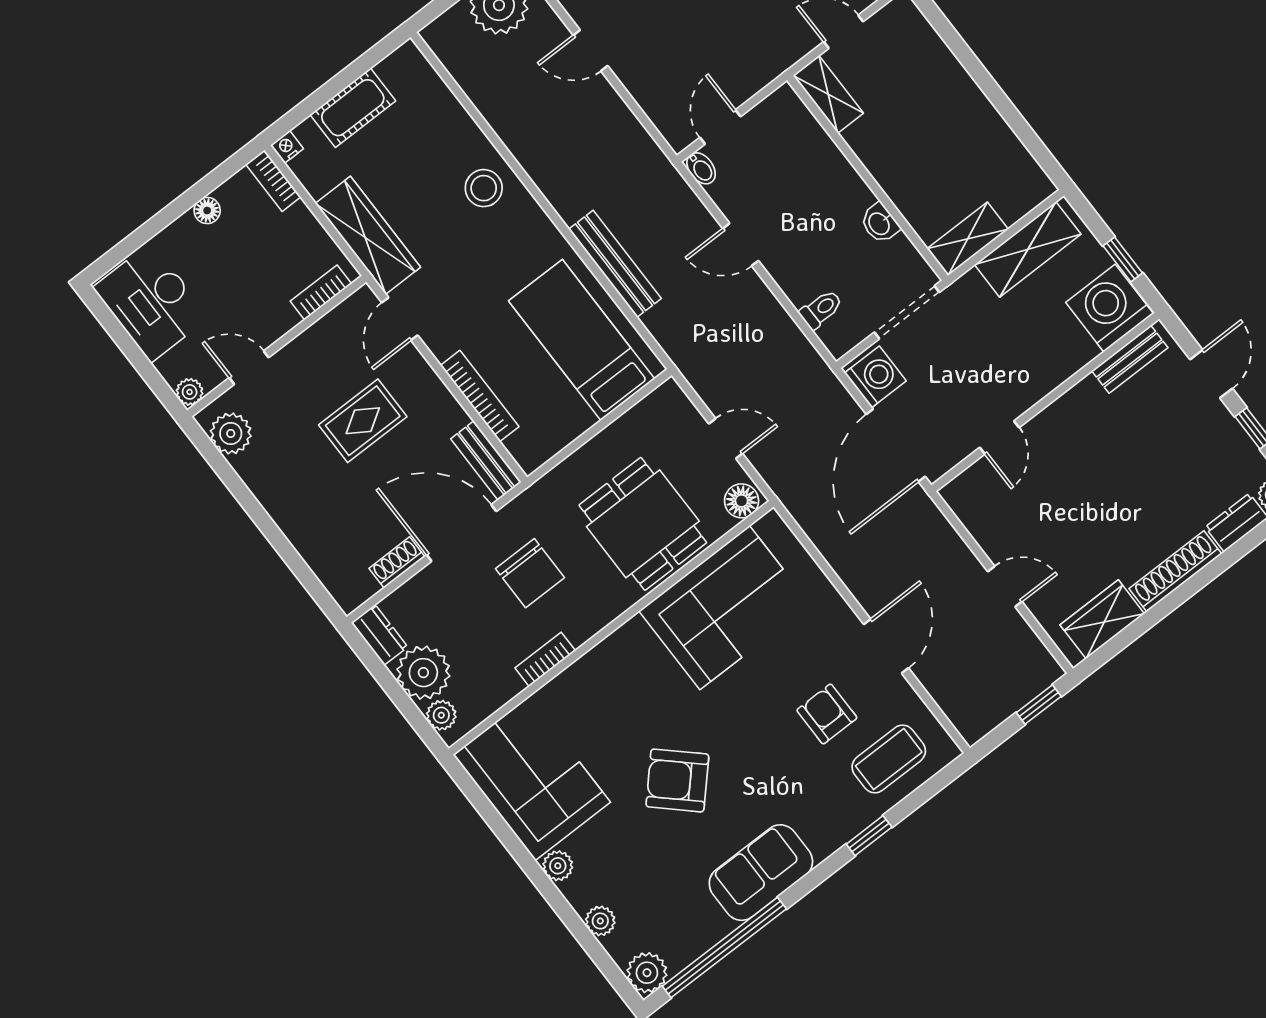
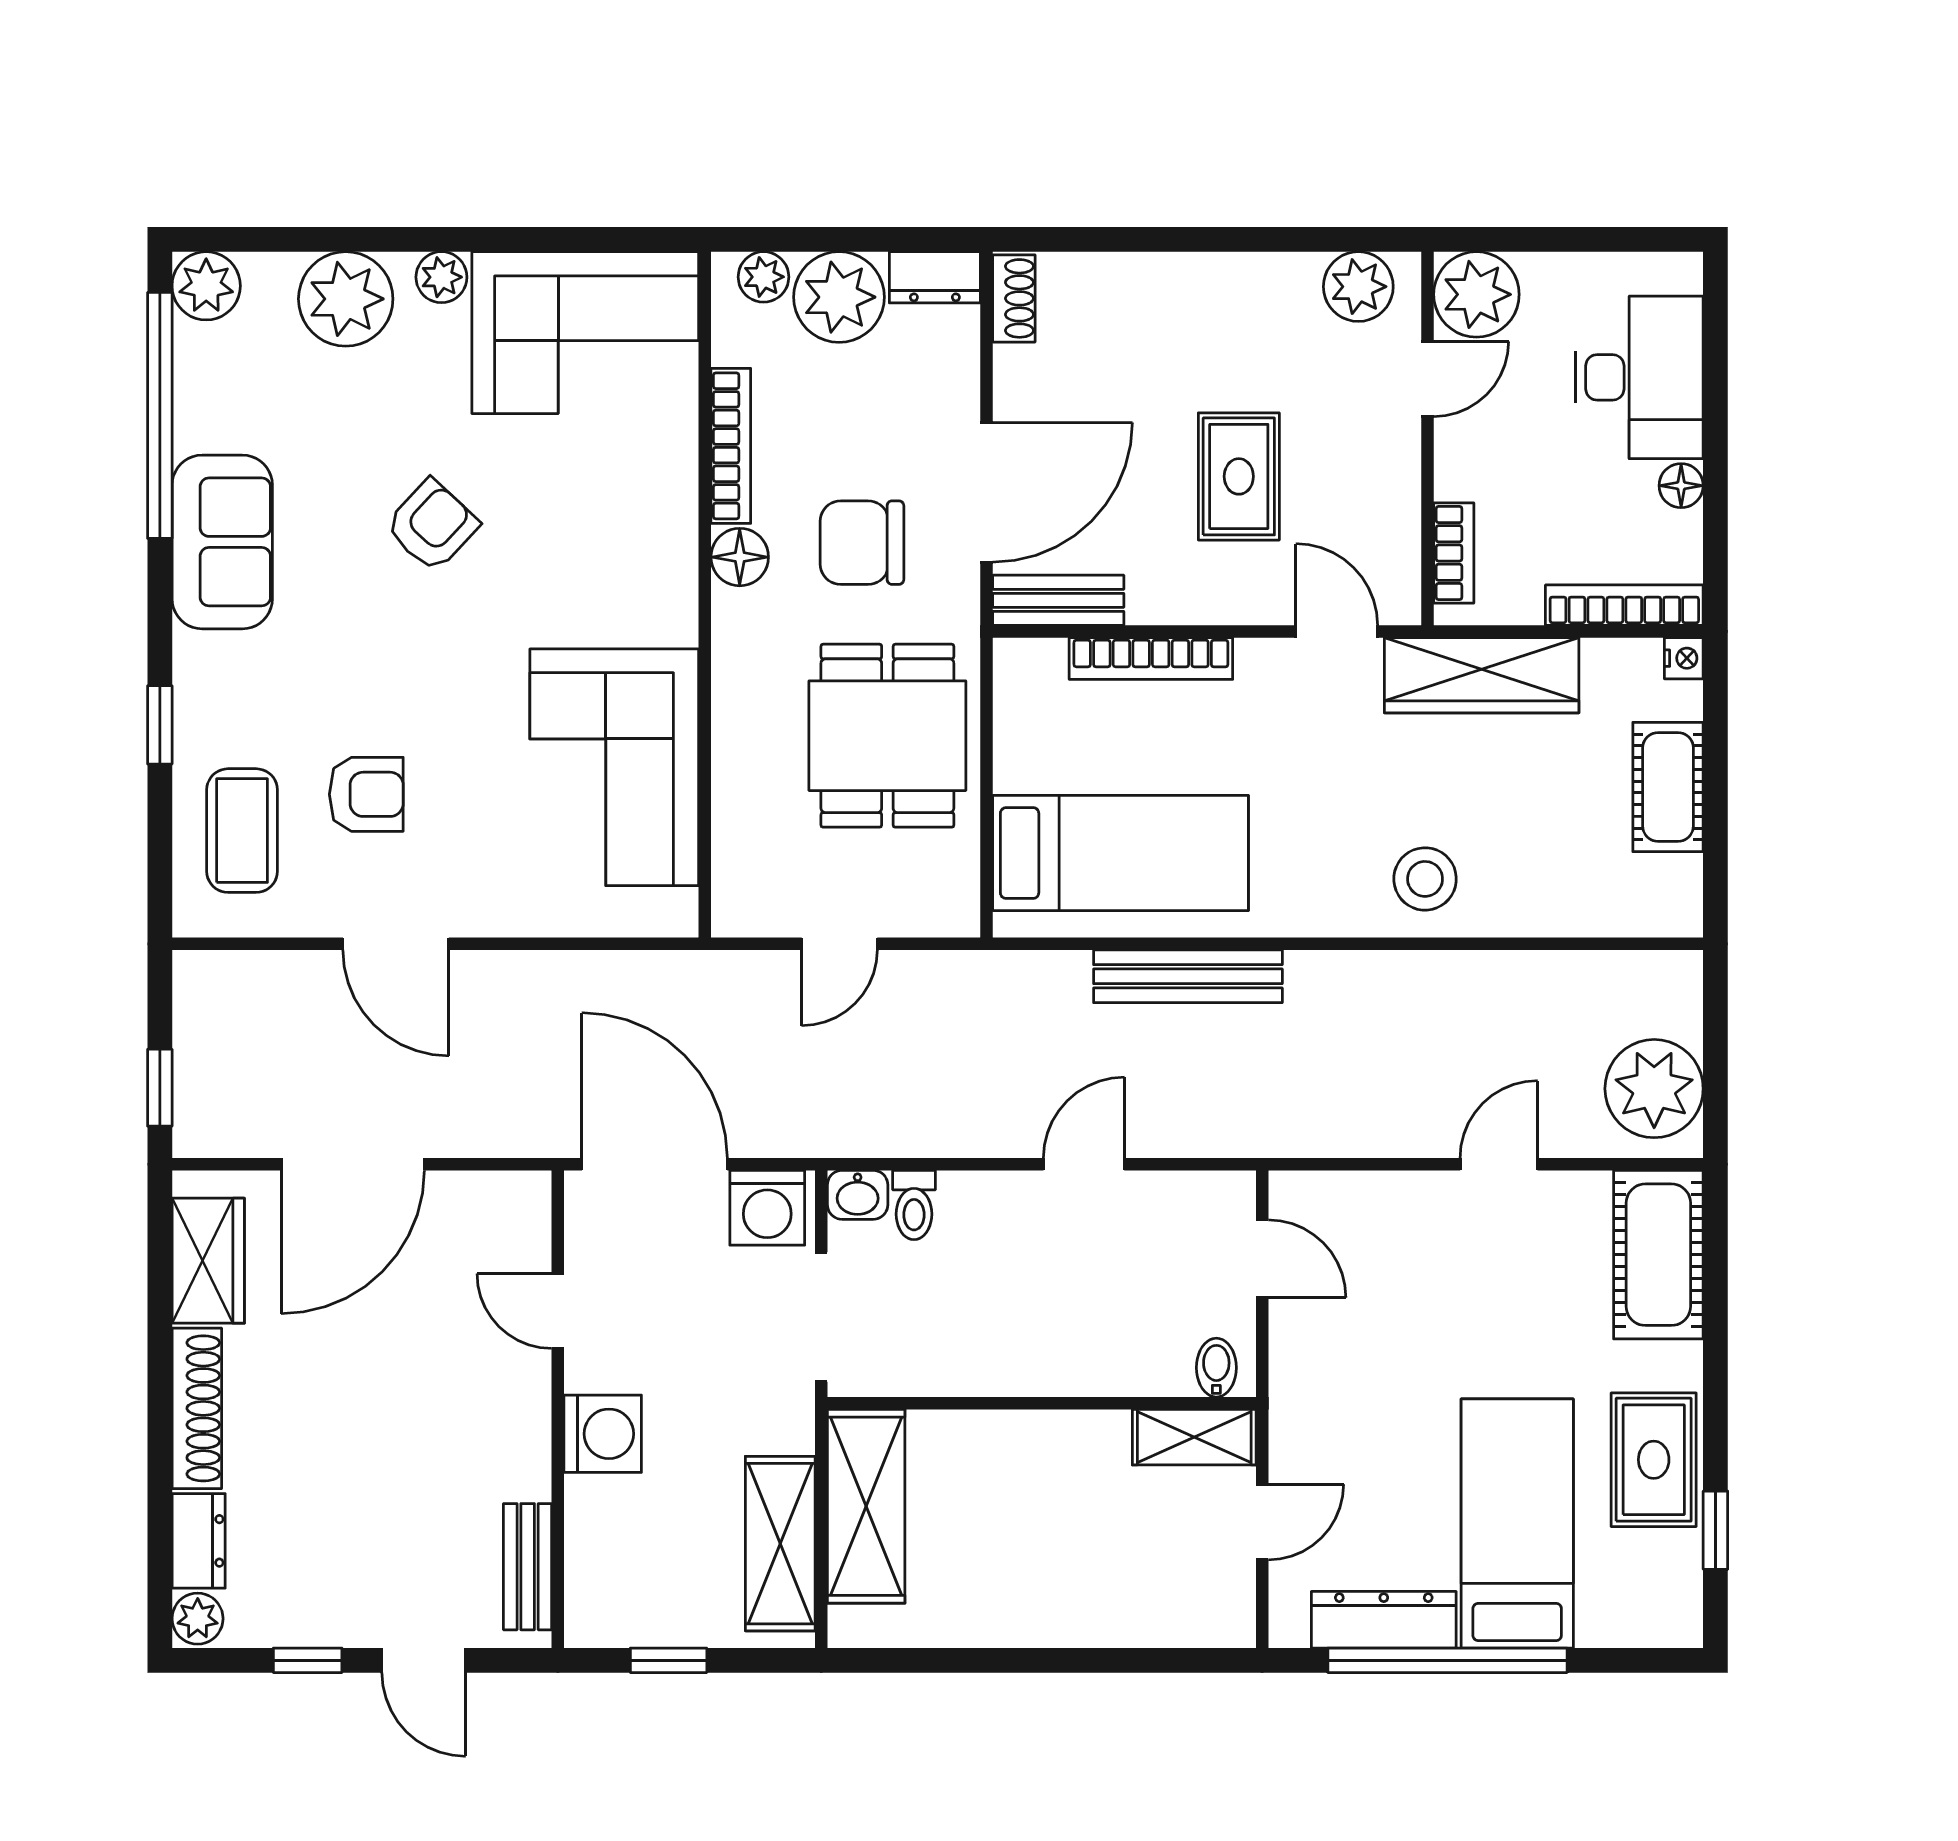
bidet: (701, 168) -> (1216, 1368), moved, turned 90
bookcase: (273, 181) -> (1624, 605), width x1.56
washbasin: (880, 223) -> (858, 1195), moved, turned 180
shelving: (968, 239) -> (866, 1506), width x1.50, depth x1.33
desk: (151, 302) -> (1639, 377), moved, turned 90
washing machine: (1110, 308) -> (603, 1434), moved, width x0.73, depth x0.73
plant: (190, 392) -> (1476, 294), width x1.88, depth x1.88
floor lamp: (742, 501) -> (740, 557), moved
dining table: (643, 524) -> (887, 736), moved, turned 90
shoe rack: (397, 562) -> (1014, 298), moved
door: (1005, 587) -> (353, 1164), width x1.87
bookcase: (545, 659) -> (731, 446), width x1.56
armchair: (677, 780) -> (432, 525), width x0.72, depth x0.72
plant: (600, 921) -> (346, 299), width x1.88, depth x1.88

